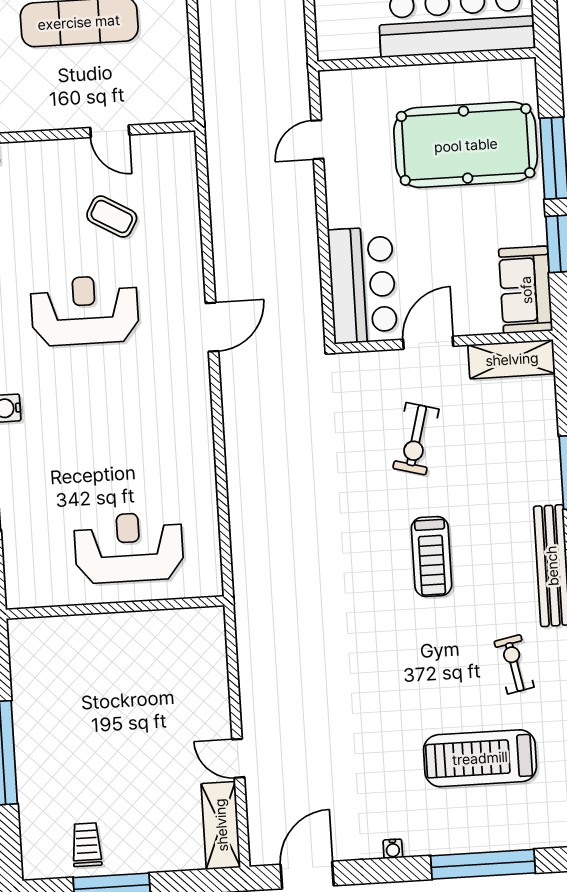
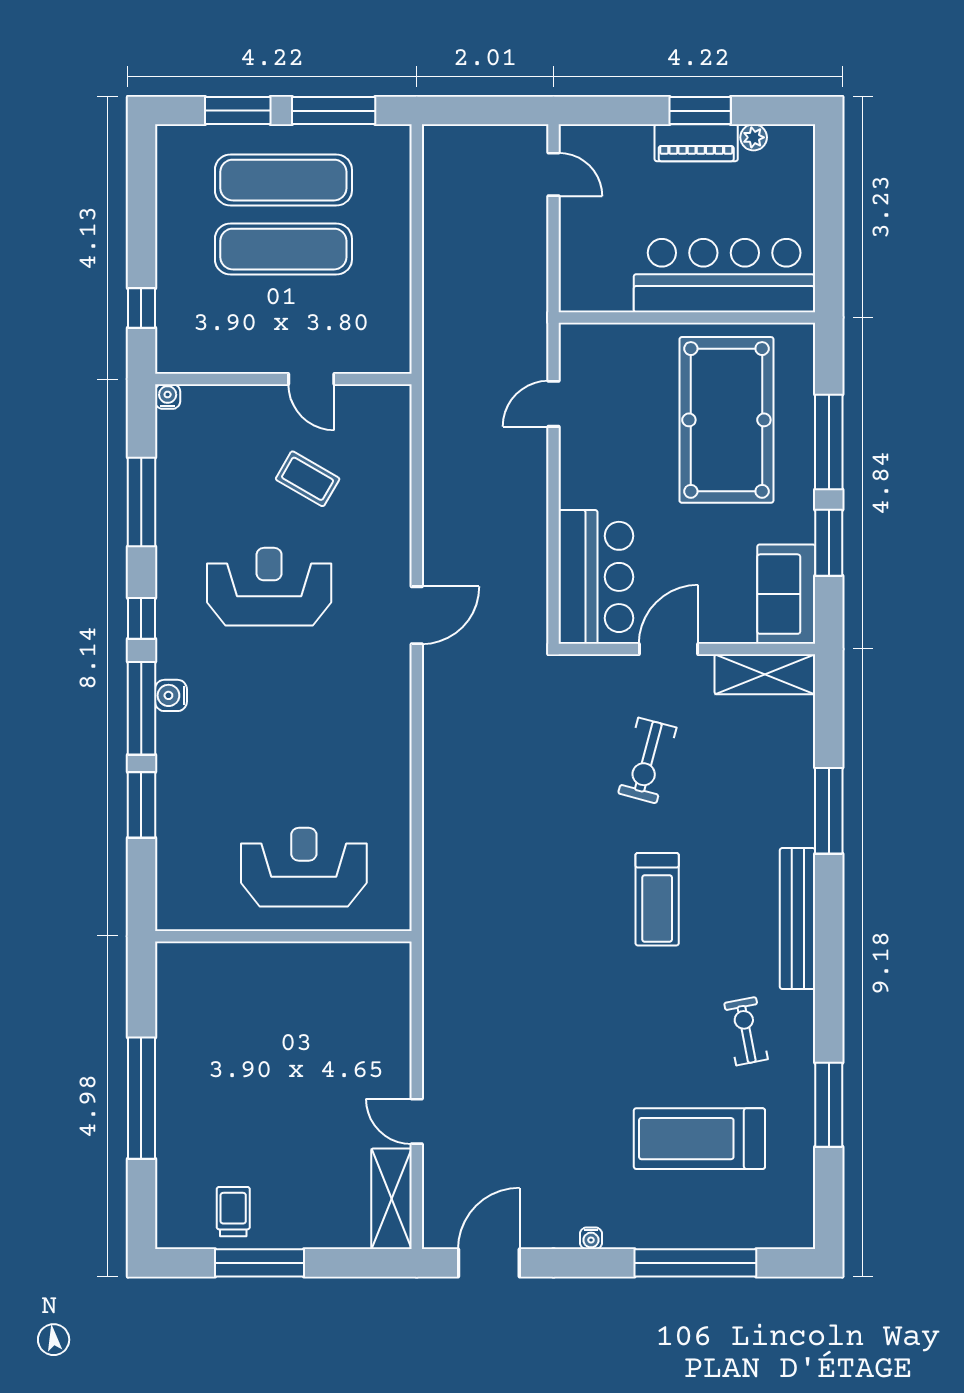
pool table: (466, 145) -> (726, 420), turned 90

